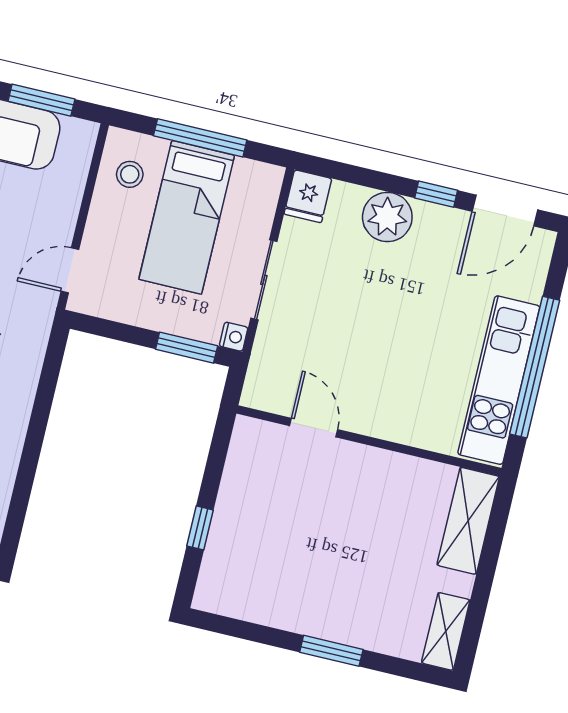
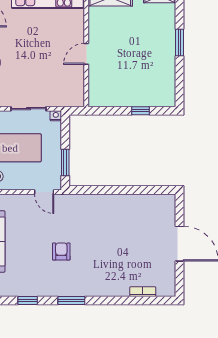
window: (187, 348) -> (65, 162), moved
door: (314, 428) -> (86, 54), moved

